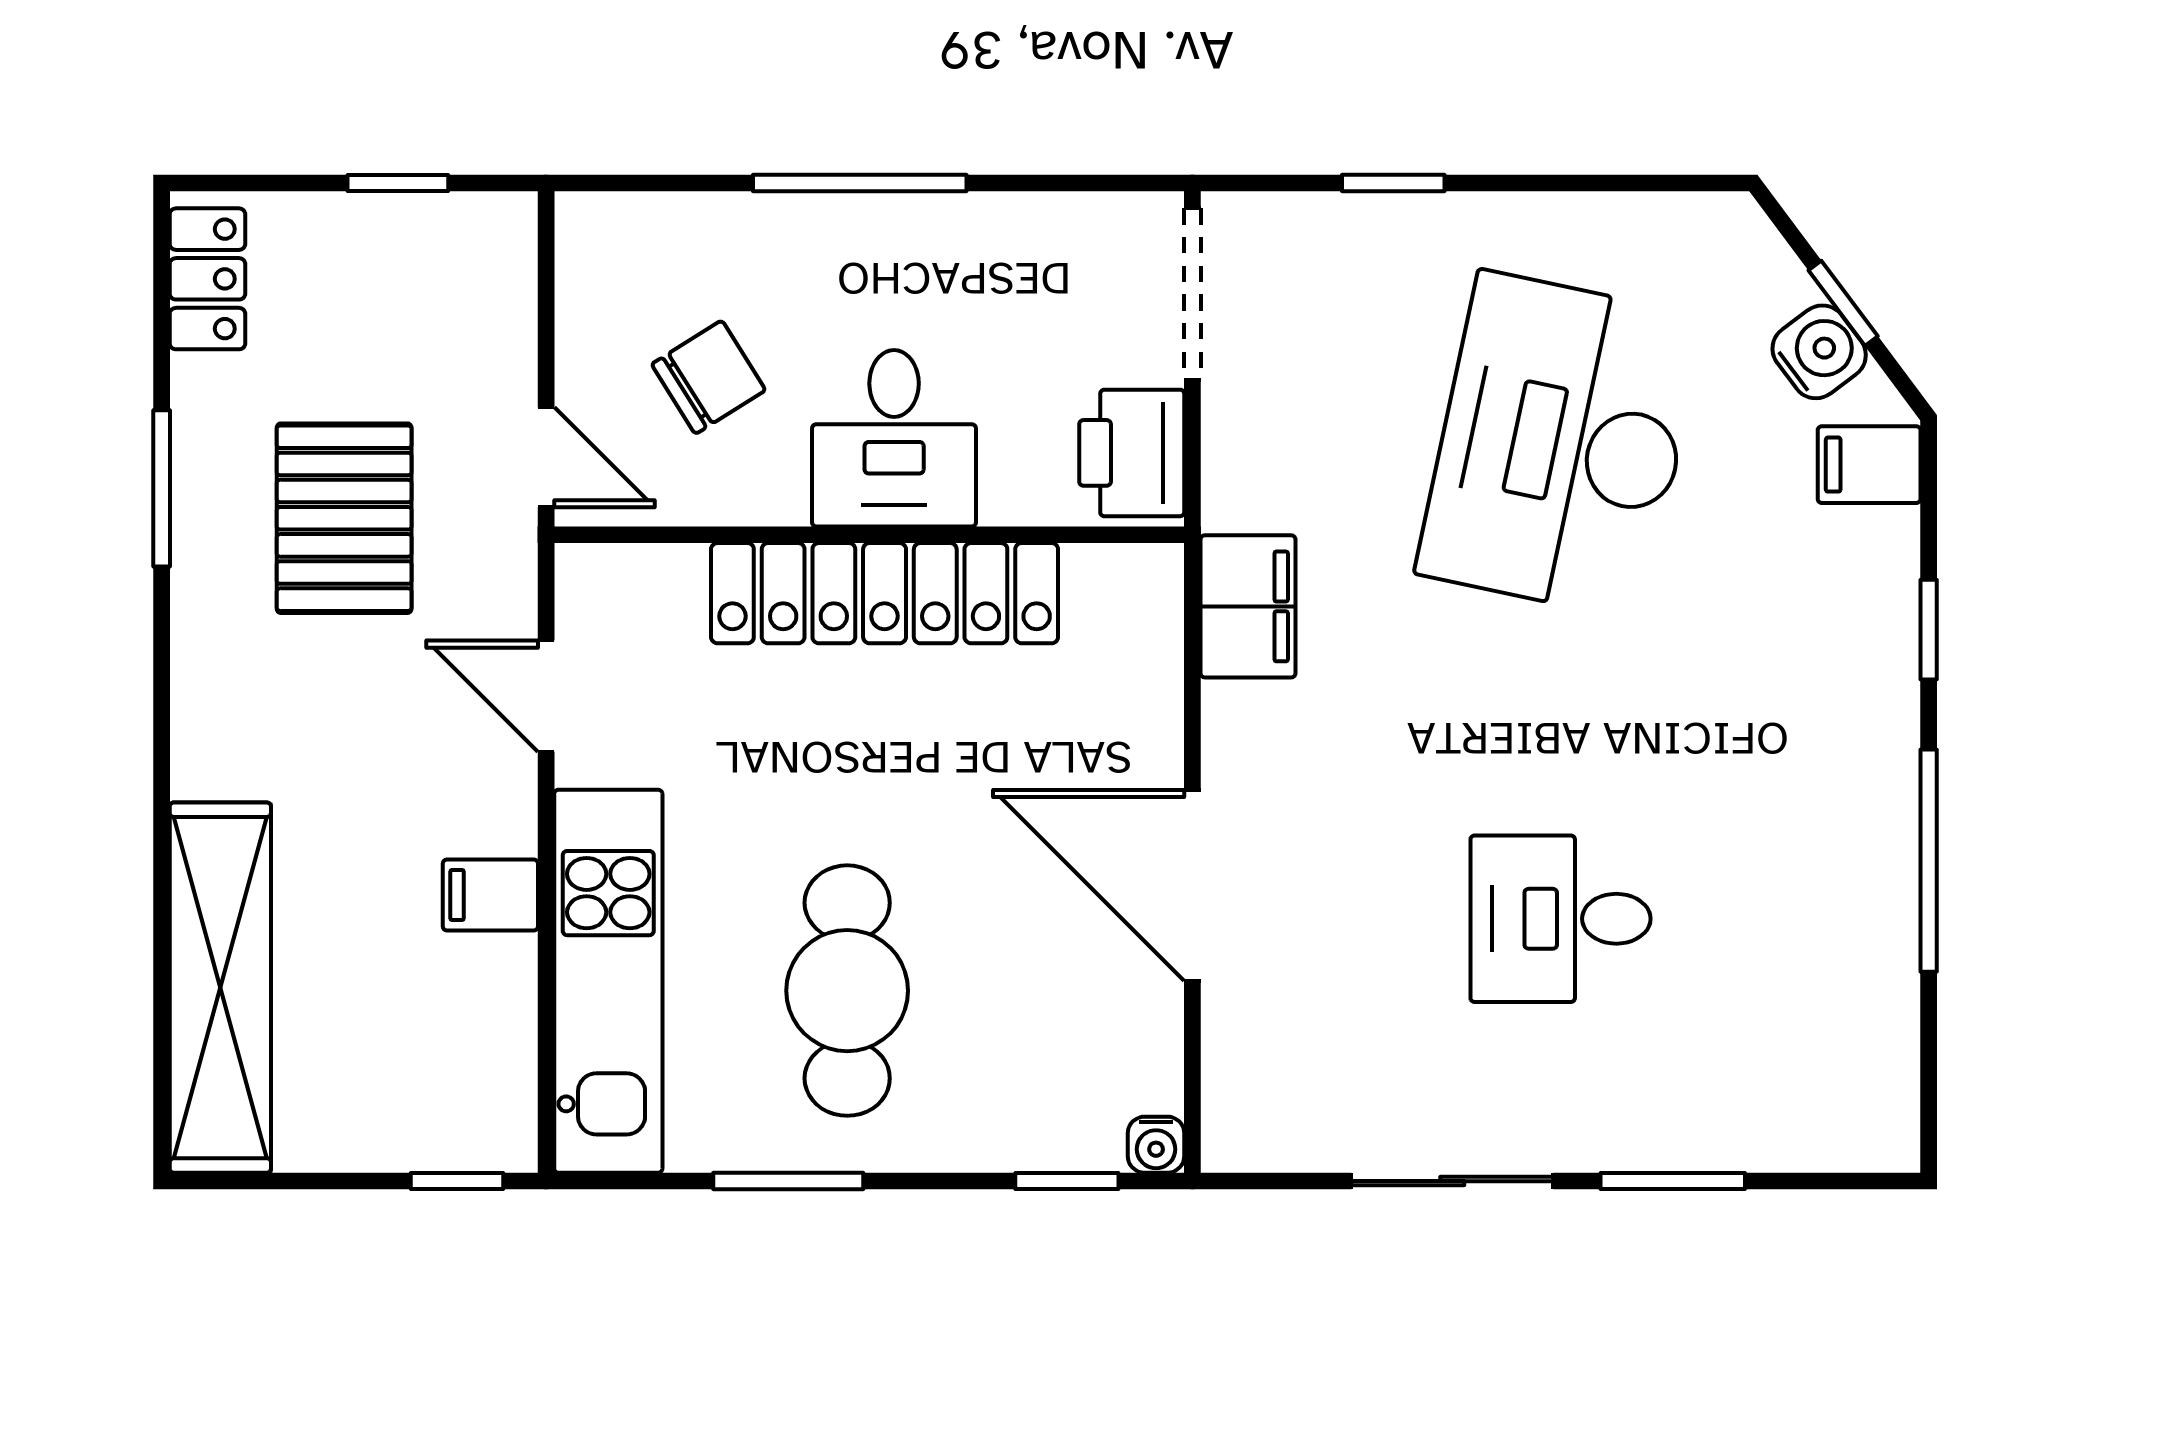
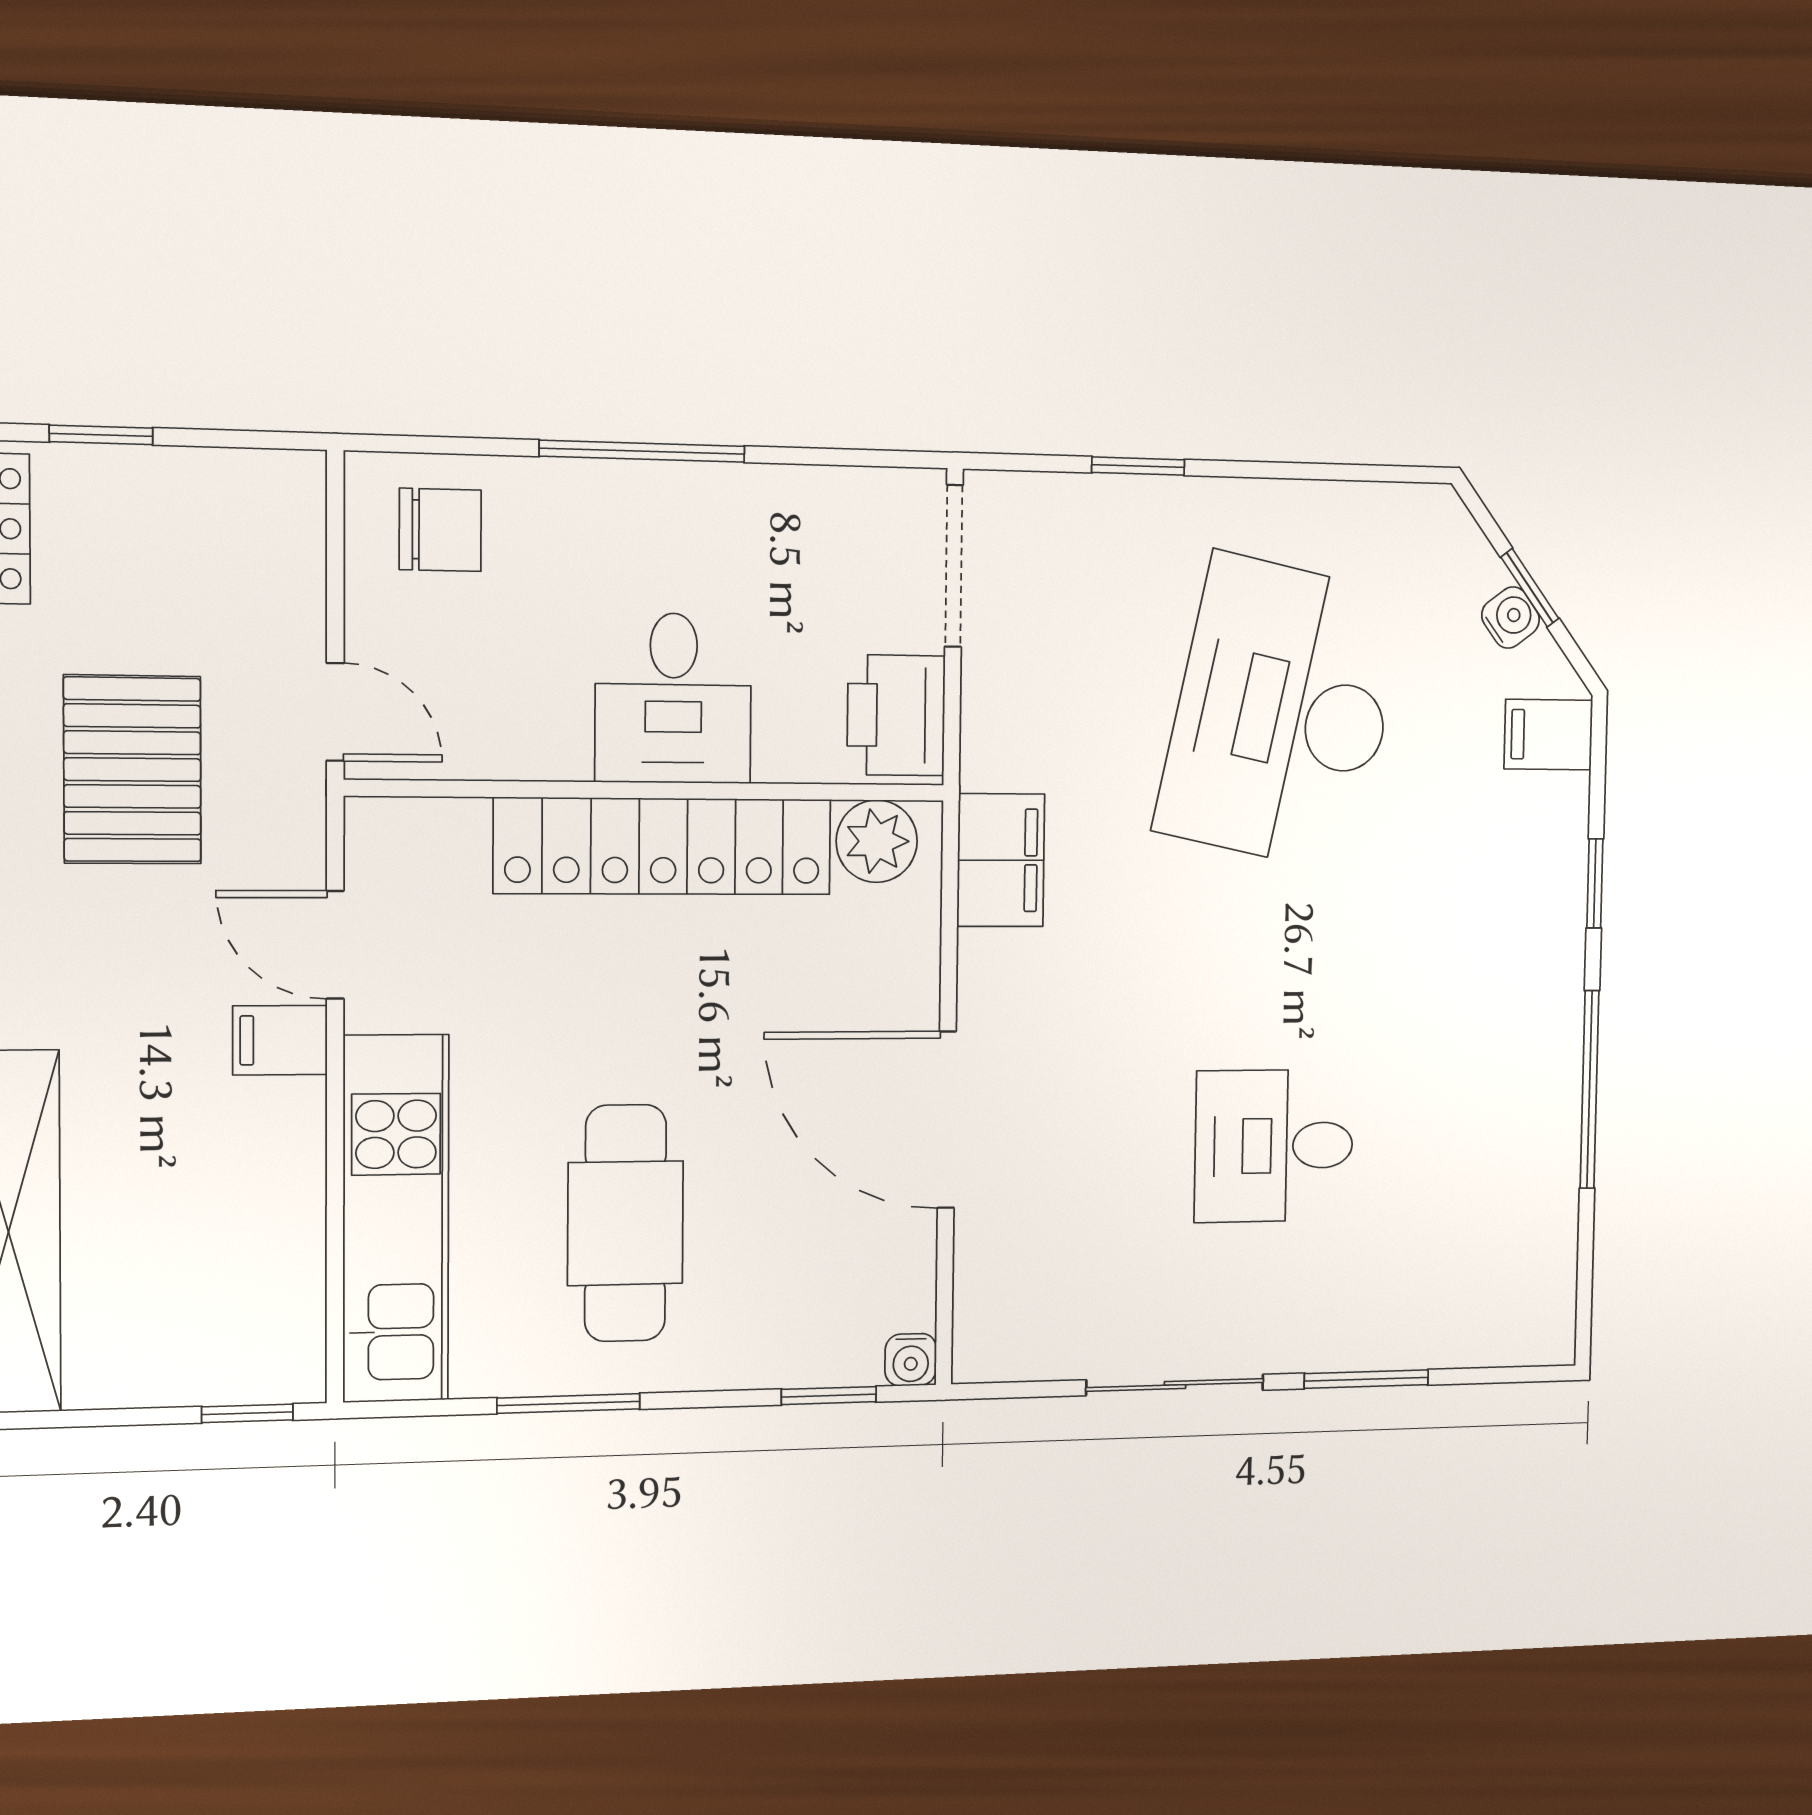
window: (398, 183) -> (101, 435), moved
water cooler: (1819, 352) -> (1511, 617), width x0.72, depth x0.72
chair: (709, 377) -> (440, 530), moved, turned 32
plant: (1112, 587) -> (877, 841), added
filing cabinet: (490, 895) -> (280, 1040), moved

